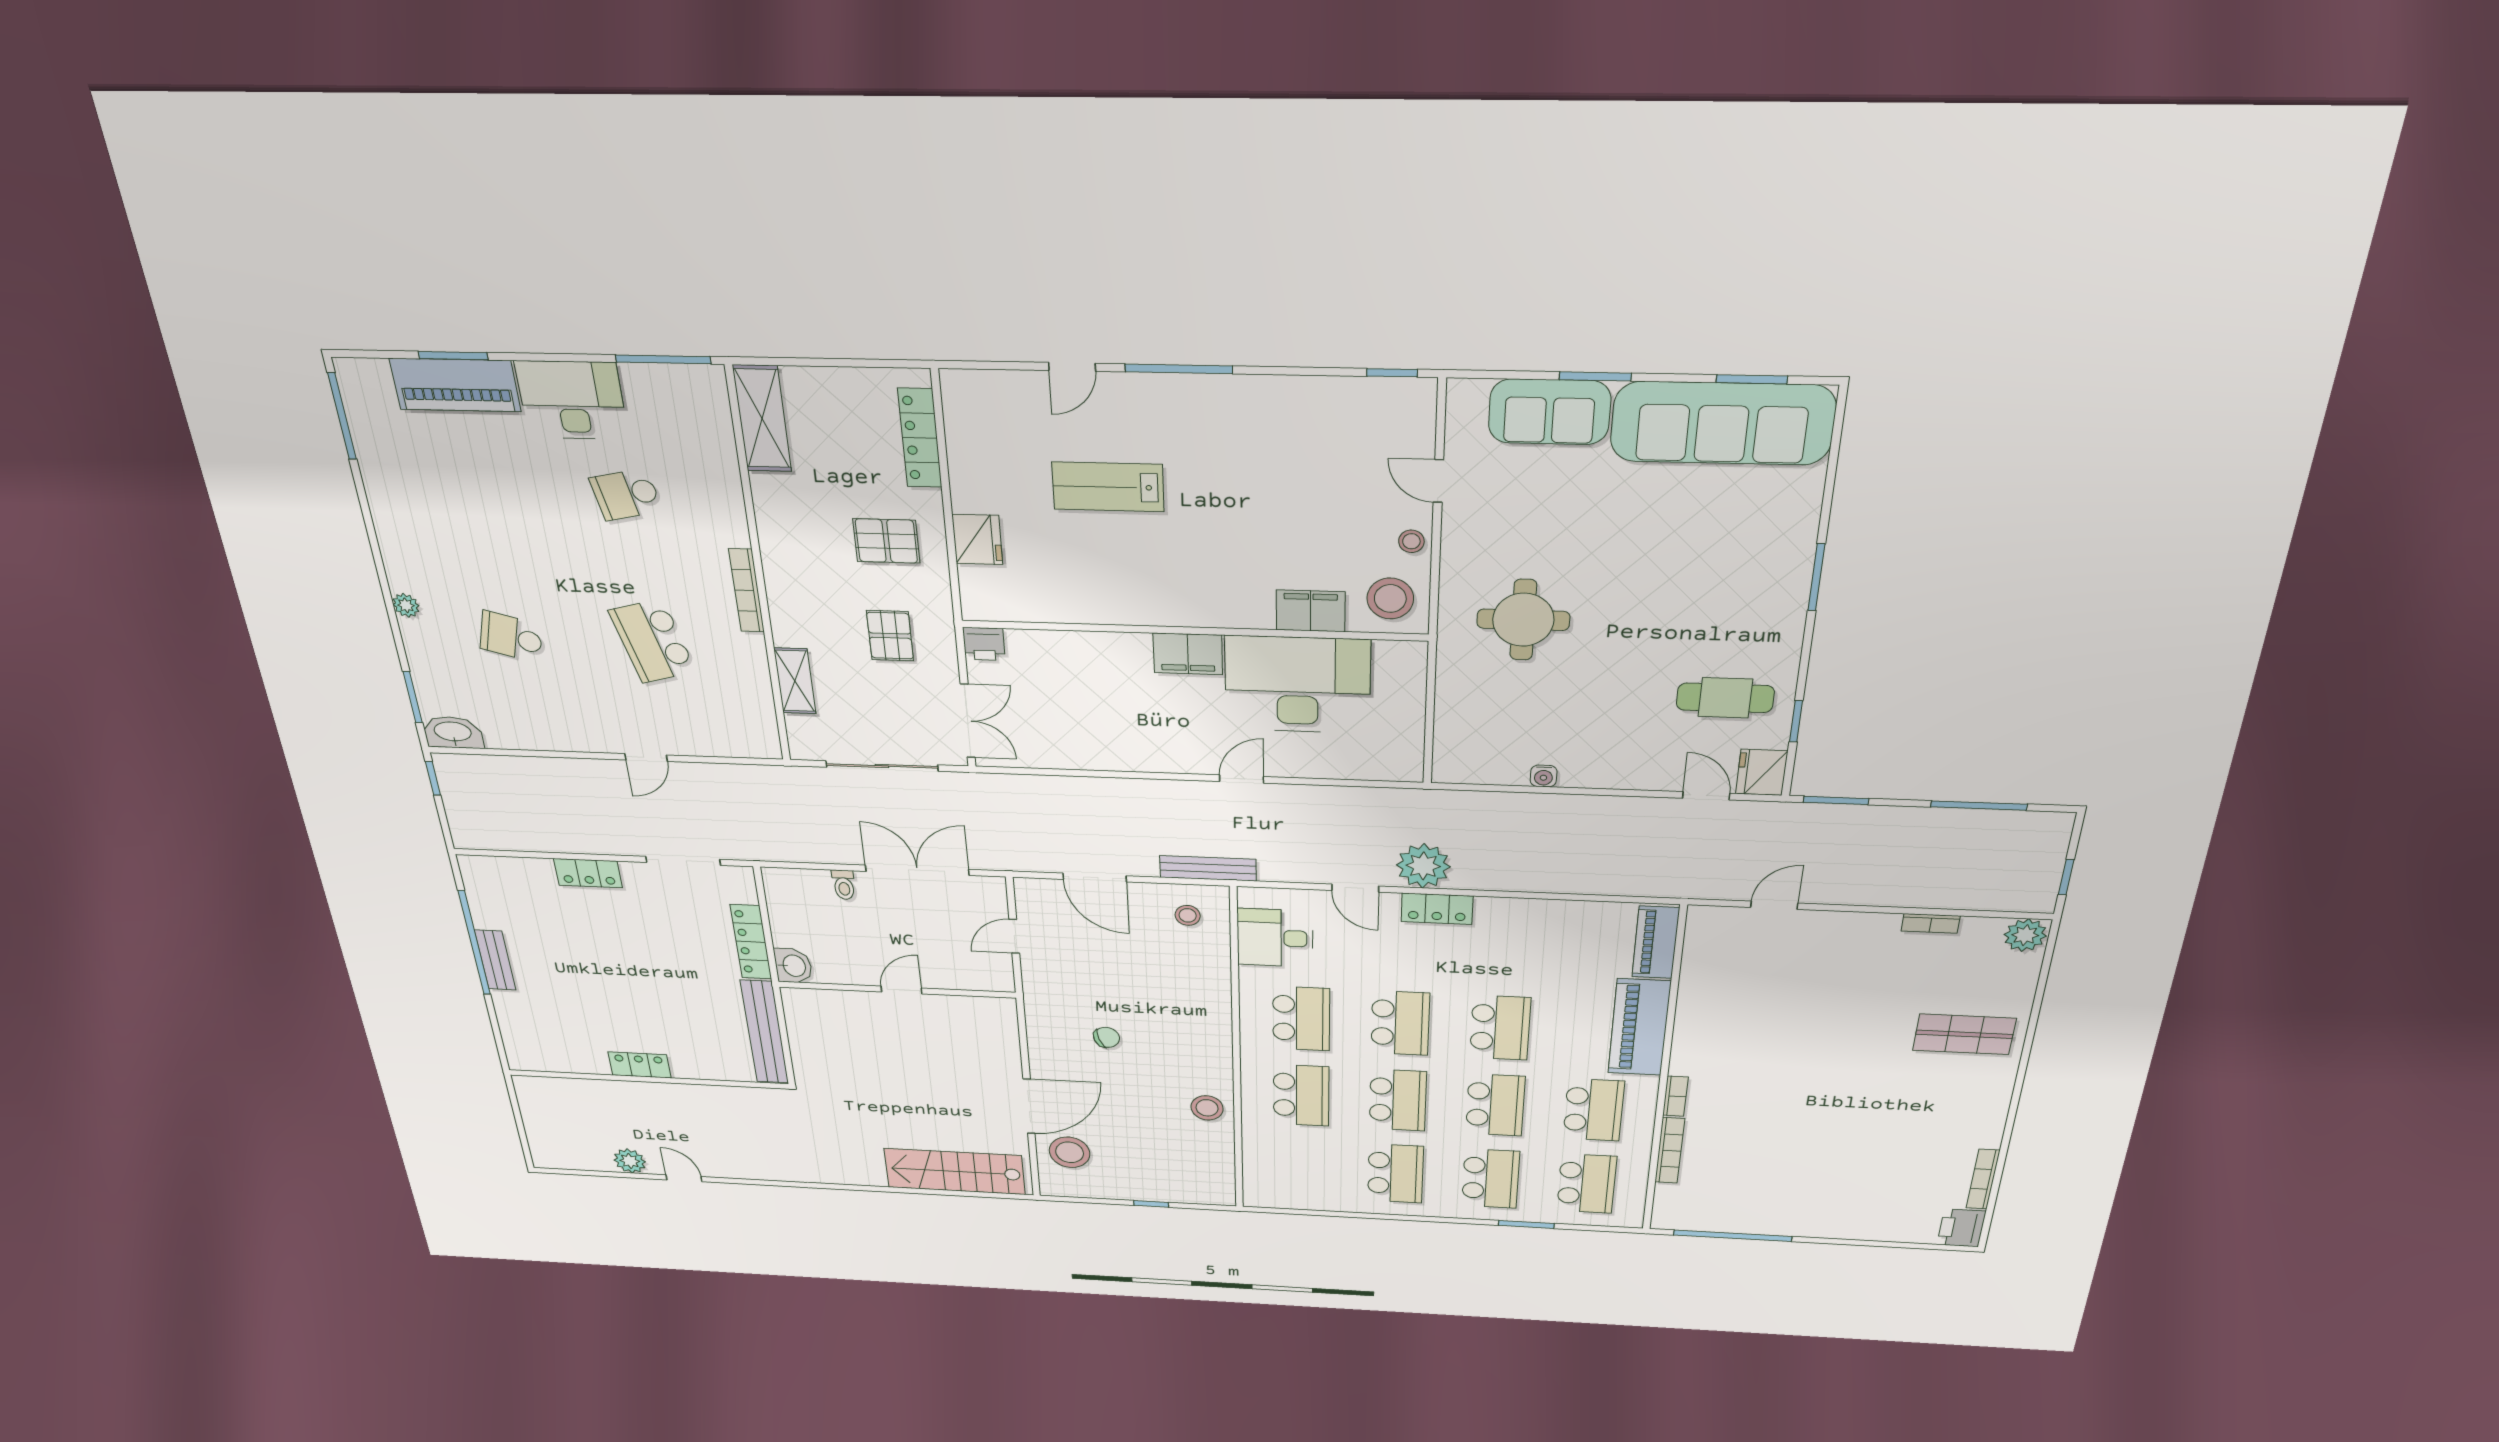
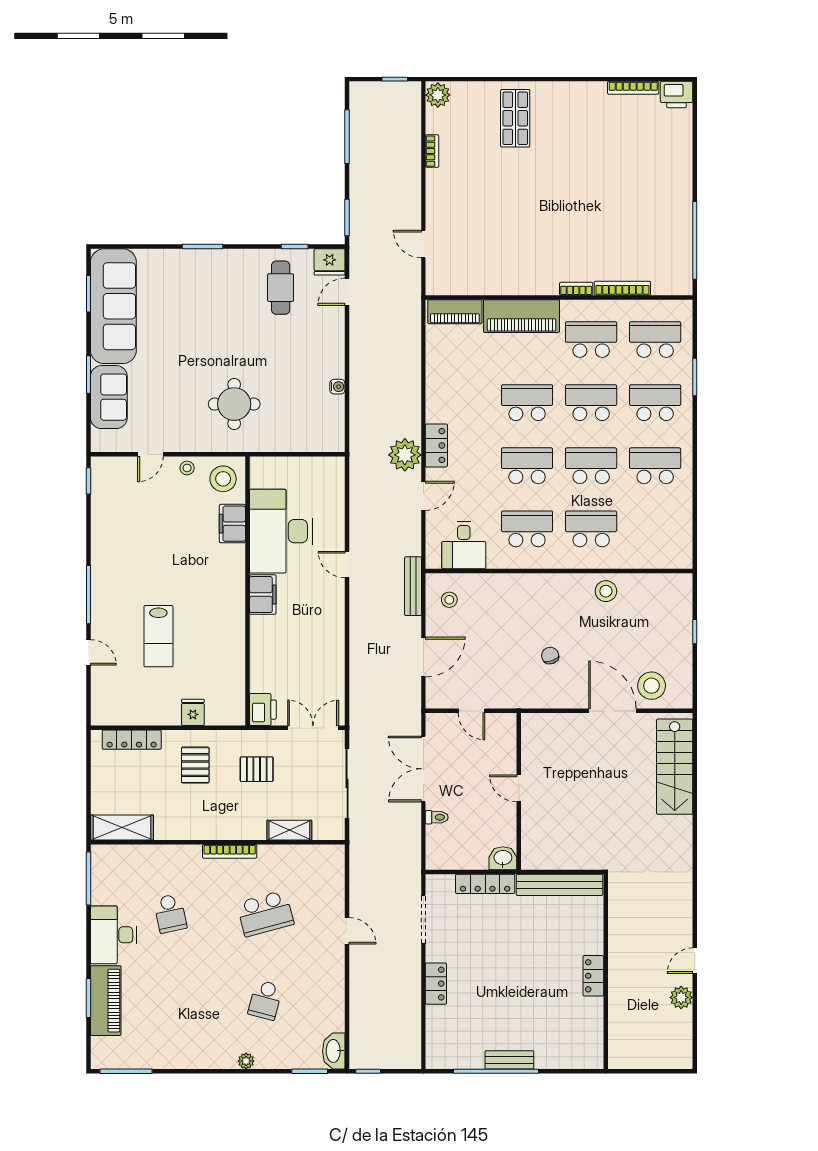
fridge: (977, 539) -> (193, 712), width x0.72
printer: (984, 644) -> (263, 710), width x1.36, depth x1.24

